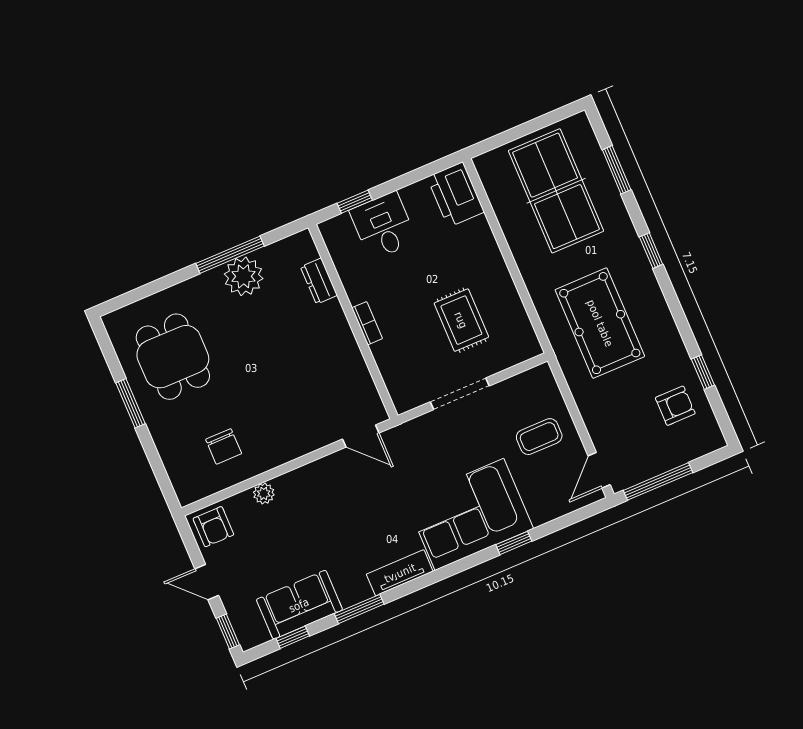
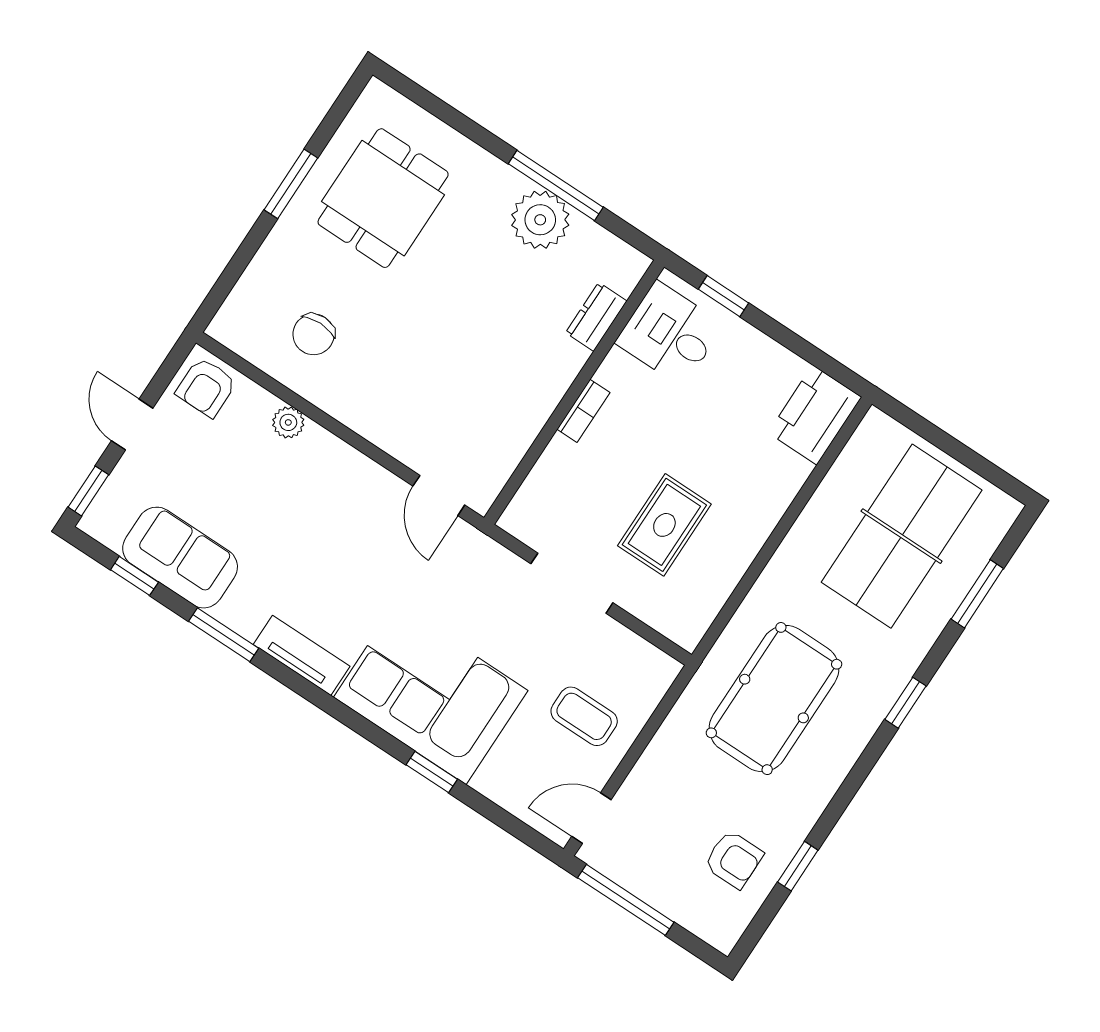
desk: (383, 226) -> (670, 334), moved, turned -90

